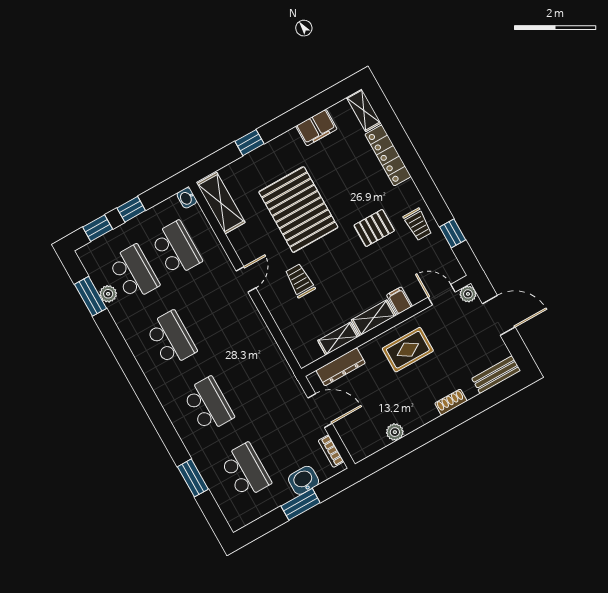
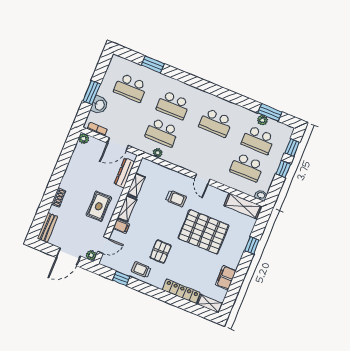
plant: (277, 359) -> (158, 153), added
school desk: (251, 381) -> (162, 133), added
plant: (395, 432) -> (84, 139), moved

